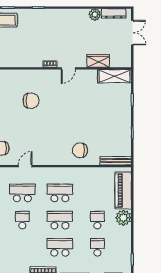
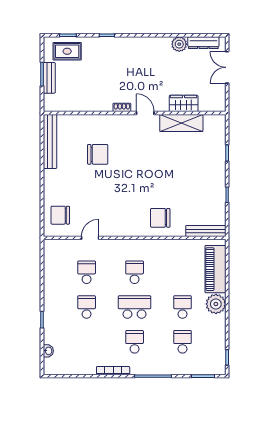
double door: (132, 33) -> (227, 67), swing flipped
door: (68, 68) -> (145, 113), swing flipped
shelving: (114, 76) -> (181, 123), moved
school desk: (22, 193) -> (87, 272), width x0.54
school desk: (60, 193) -> (135, 272), width x0.54
school desk: (60, 247) -> (135, 342), width x0.54

